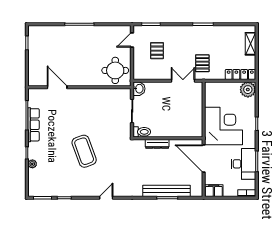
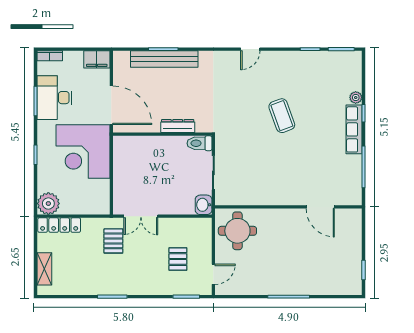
row of seats: (33, 125) -> (354, 129), moved
coffee table: (84, 151) -> (282, 116), width x0.73, depth x0.76

